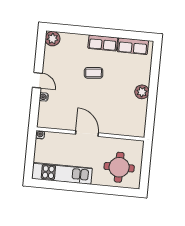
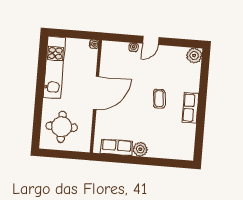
row of seats: (133, 46) -> (117, 147), moved, turned 90
door: (87, 134) -> (96, 93), width x1.36

